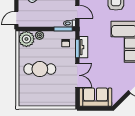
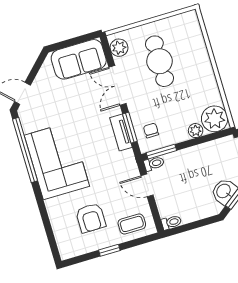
cafe table: (40, 69) -> (160, 61), moved, turned 90
plant: (70, 97) -> (119, 48), added

